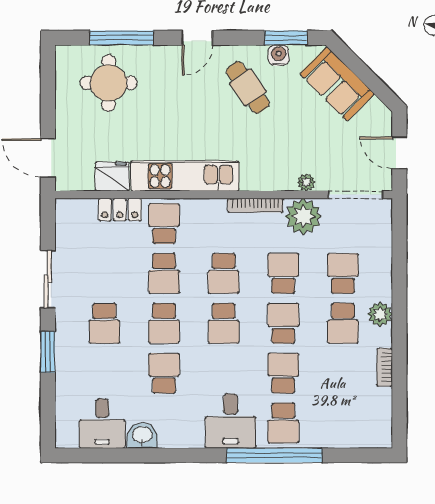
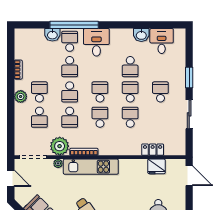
kitchen unit: (185, 176) -> (91, 167), moved
school desk: (164, 224) -> (130, 143), removed
washbasin: (317, 436) -> (52, 35), added

